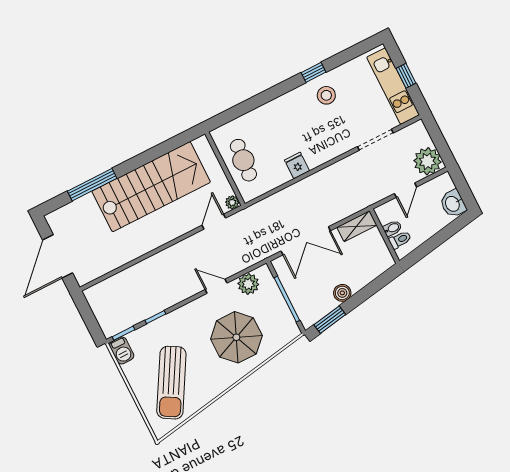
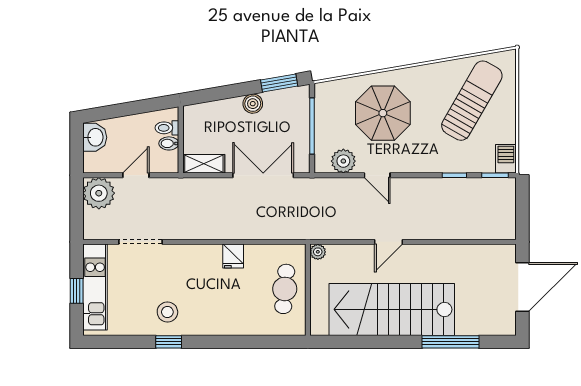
door: (214, 222) -> (388, 242), moved

